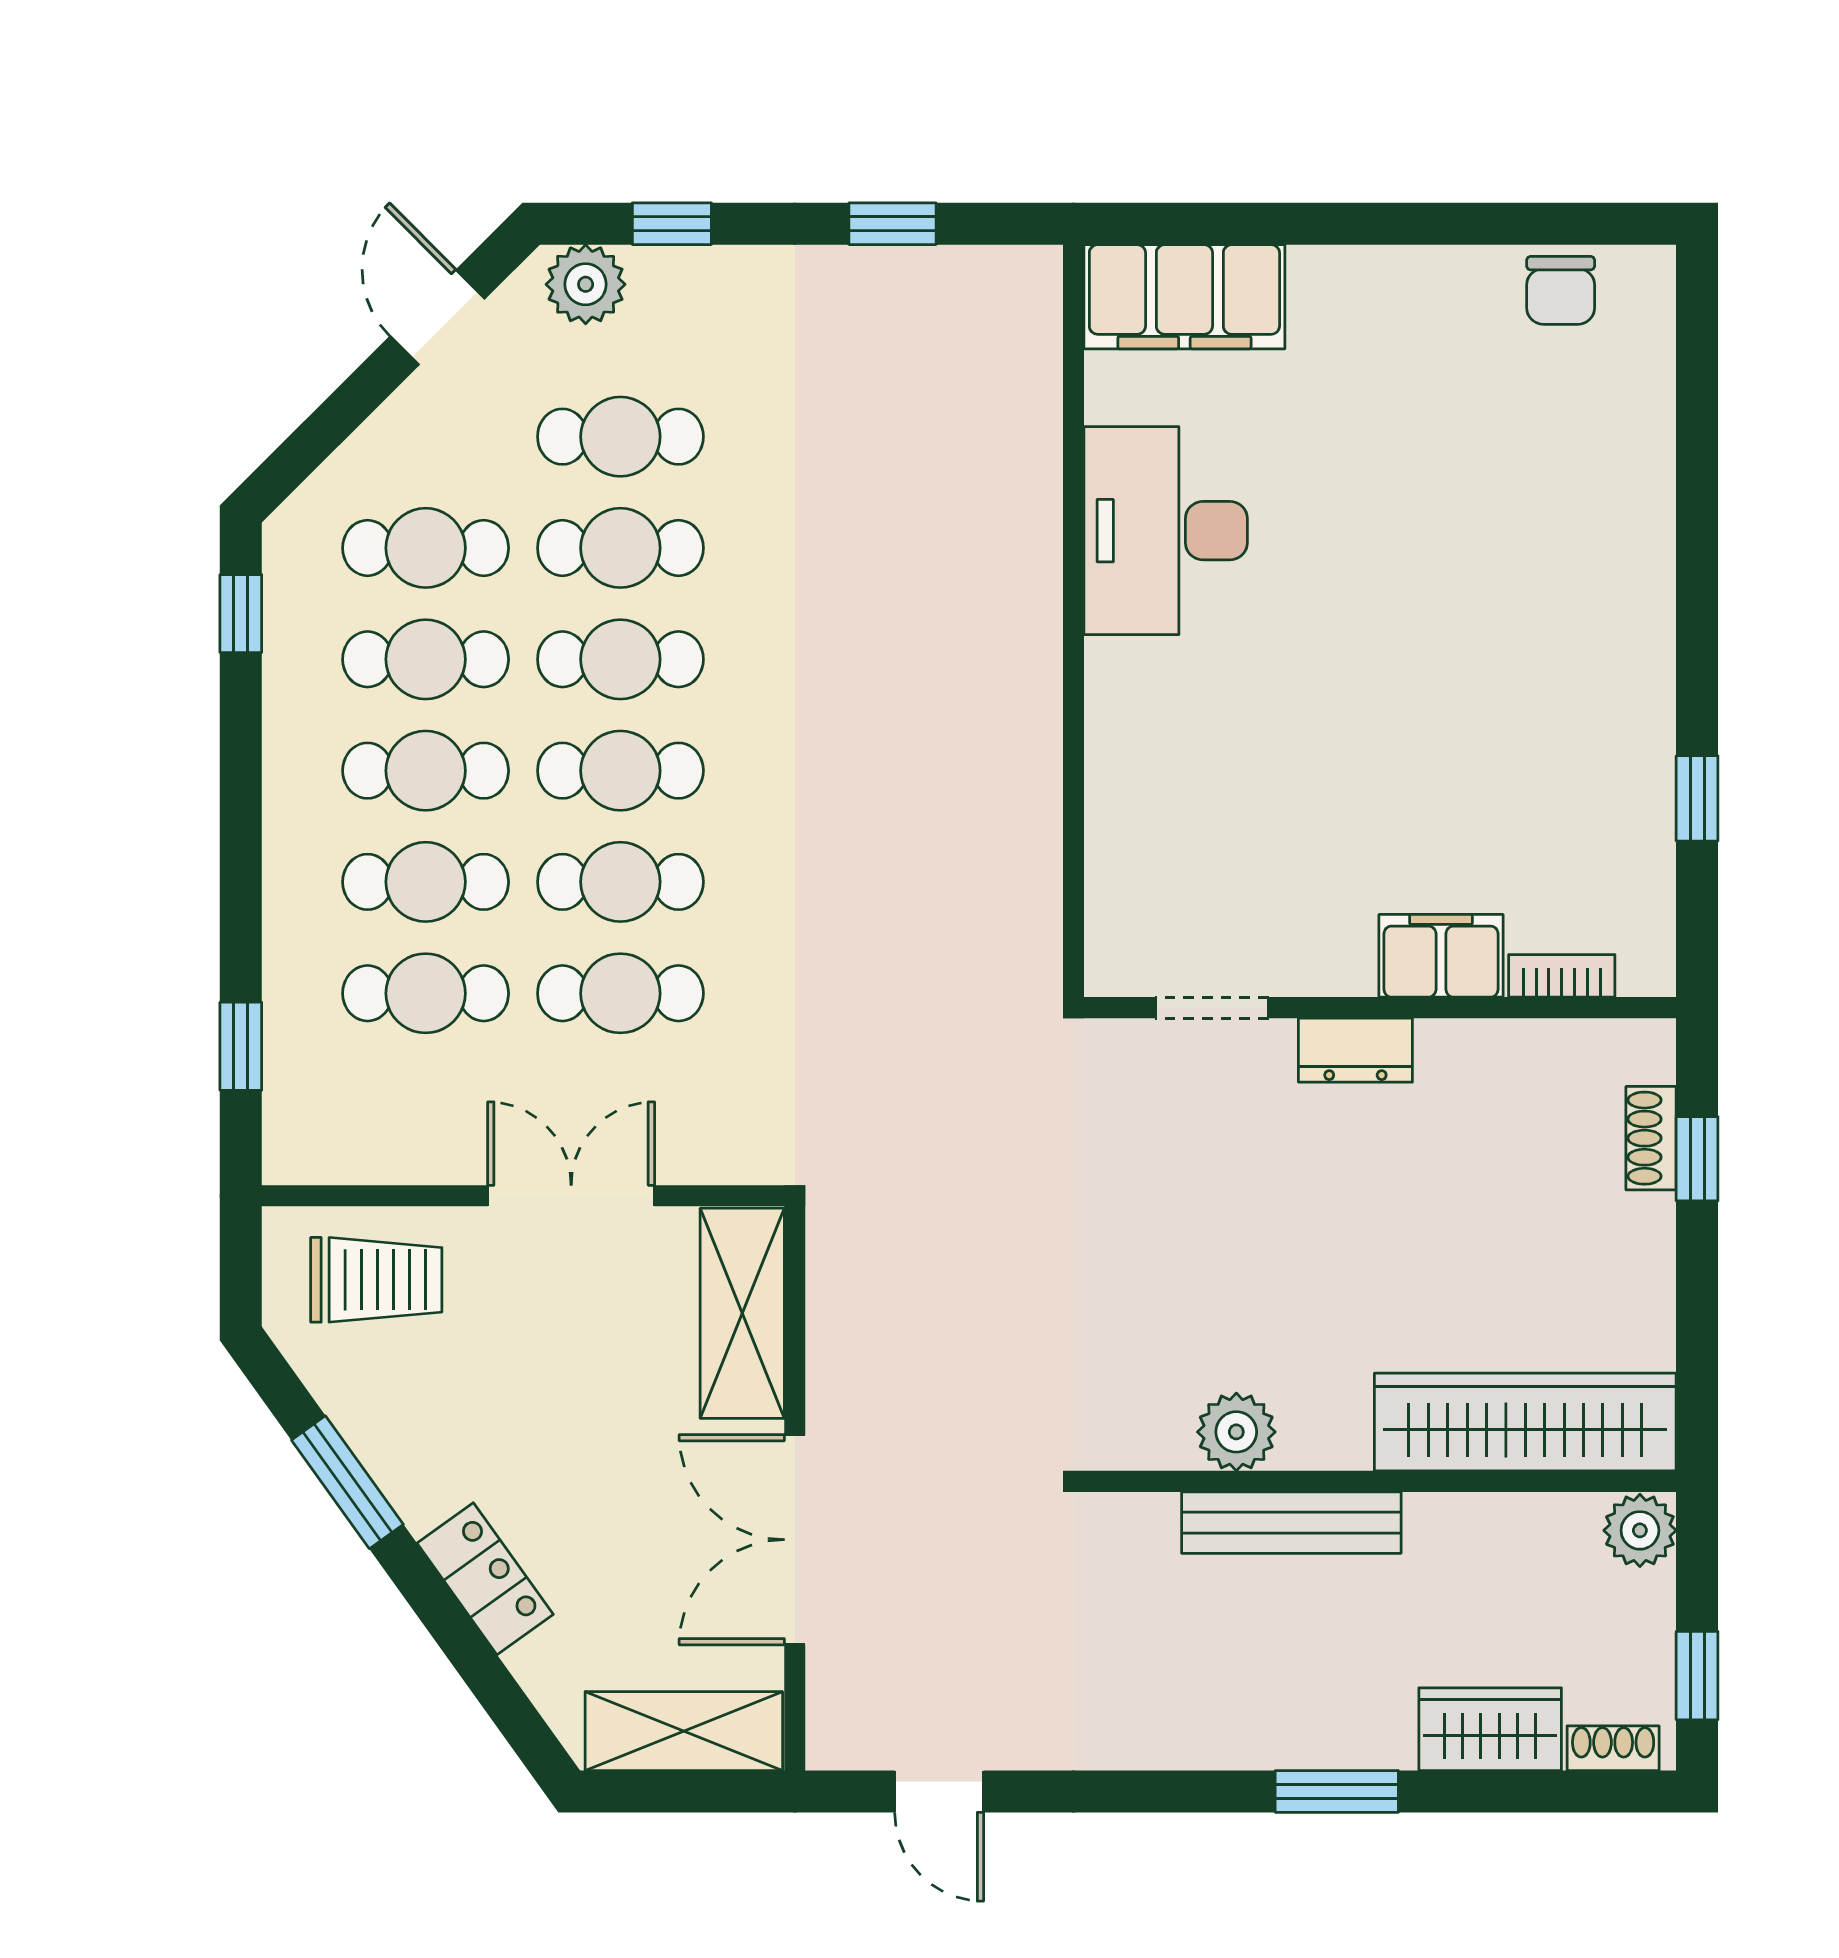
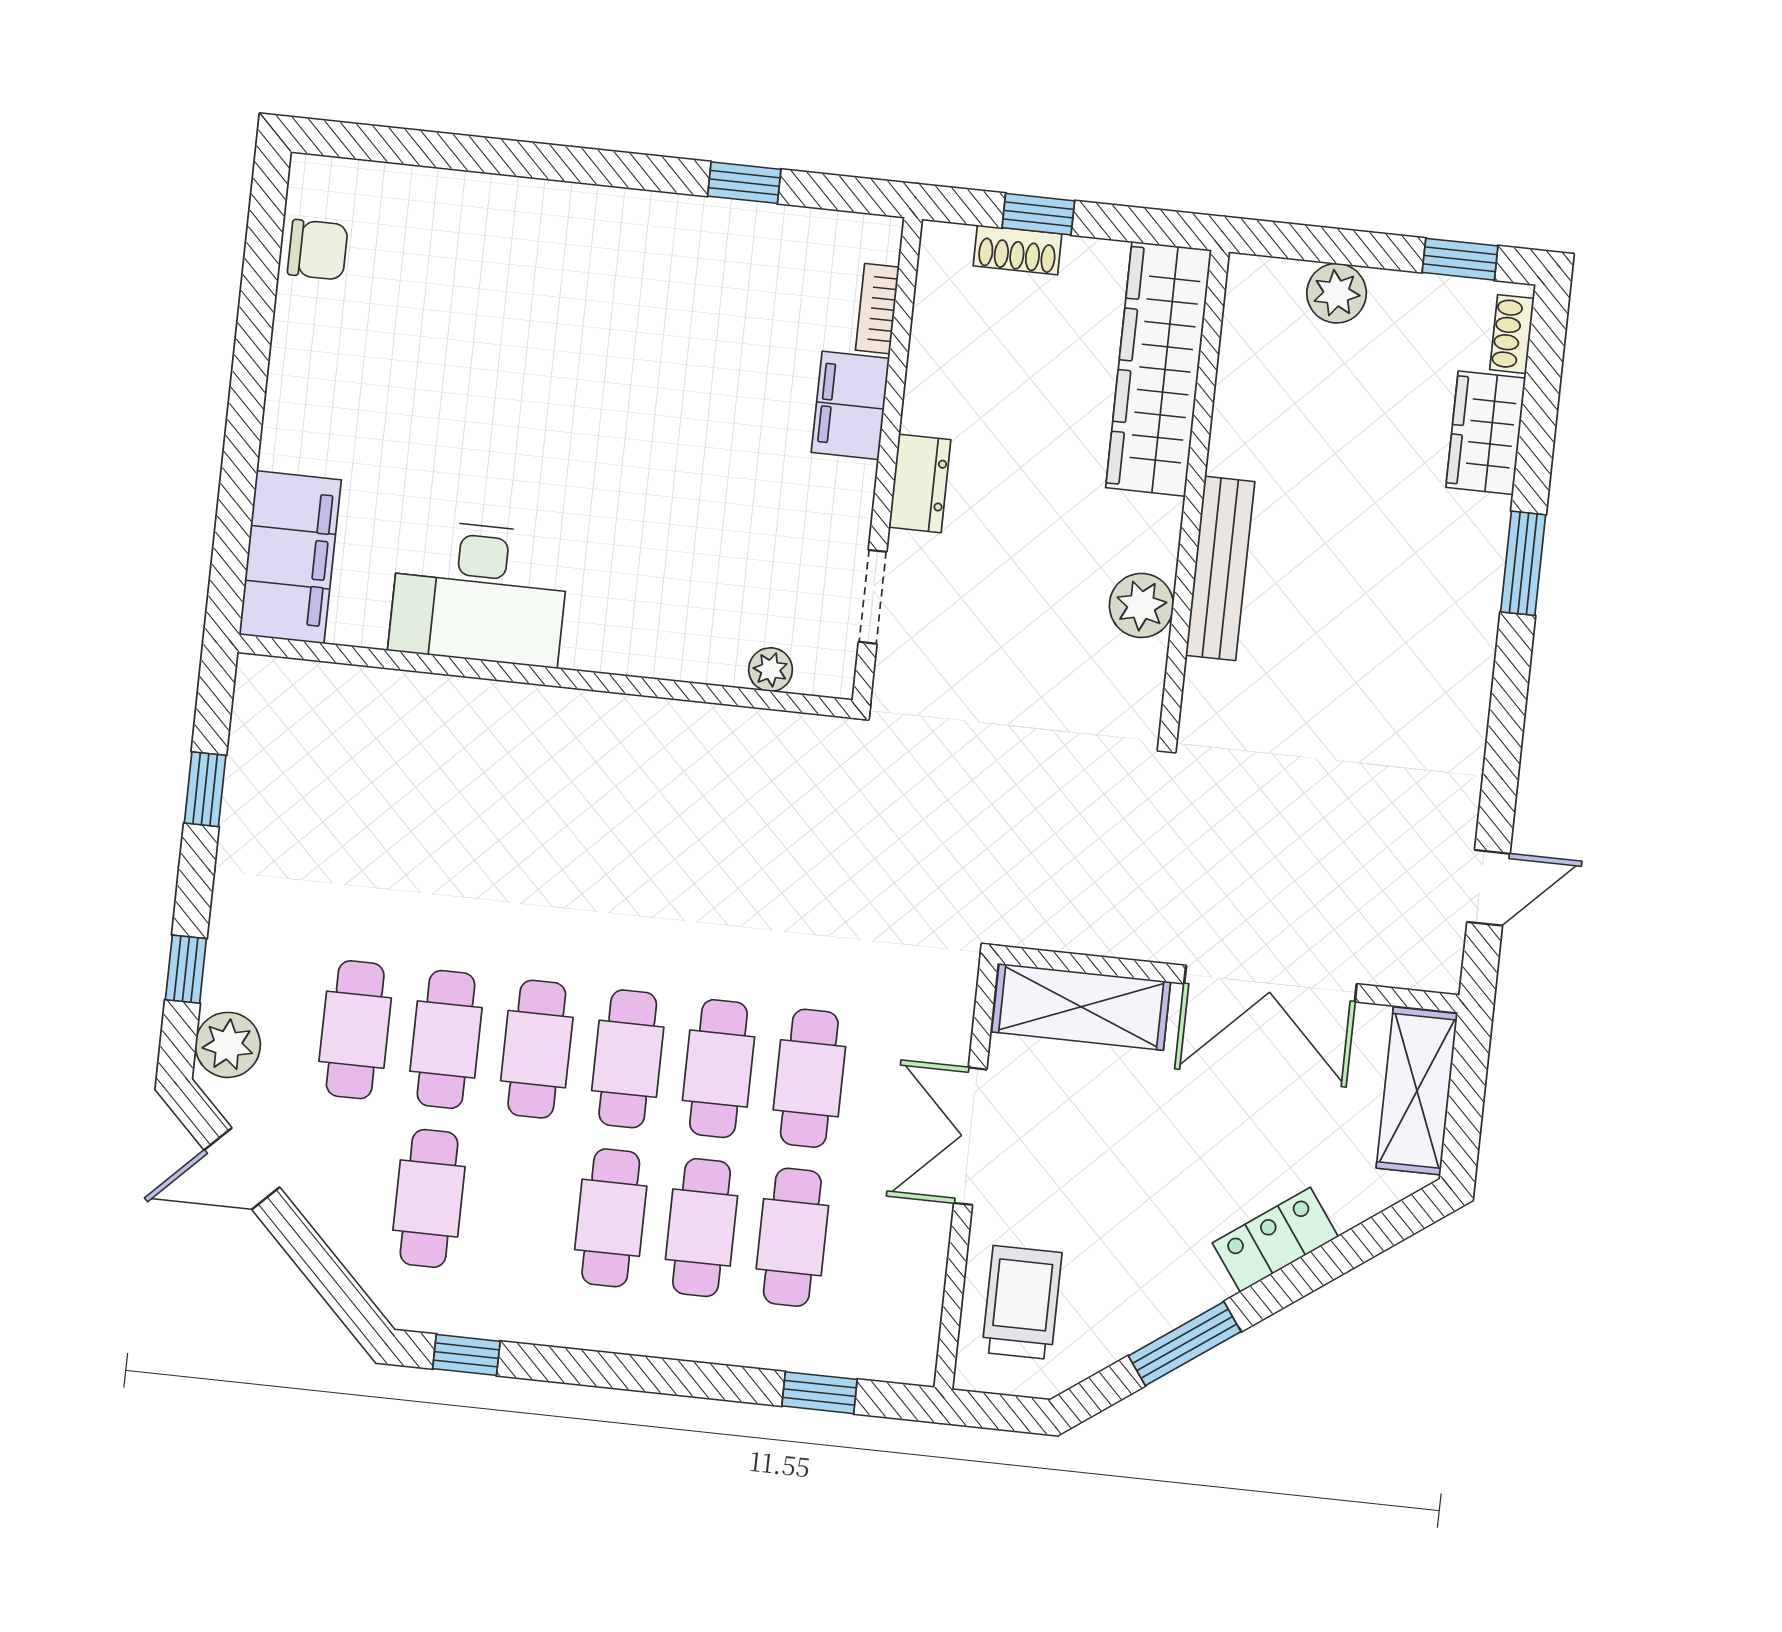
cafe table: (426, 659) -> (520, 1208), removed
plant: (1111, 893) -> (770, 670), added
wardrobe: (1525, 1422) -> (1159, 369), moved
plant: (1236, 1432) -> (1141, 605), moved
wall: (1380, 1481) -> (1194, 492), moved
bench: (1291, 1523) -> (1220, 568), moved

